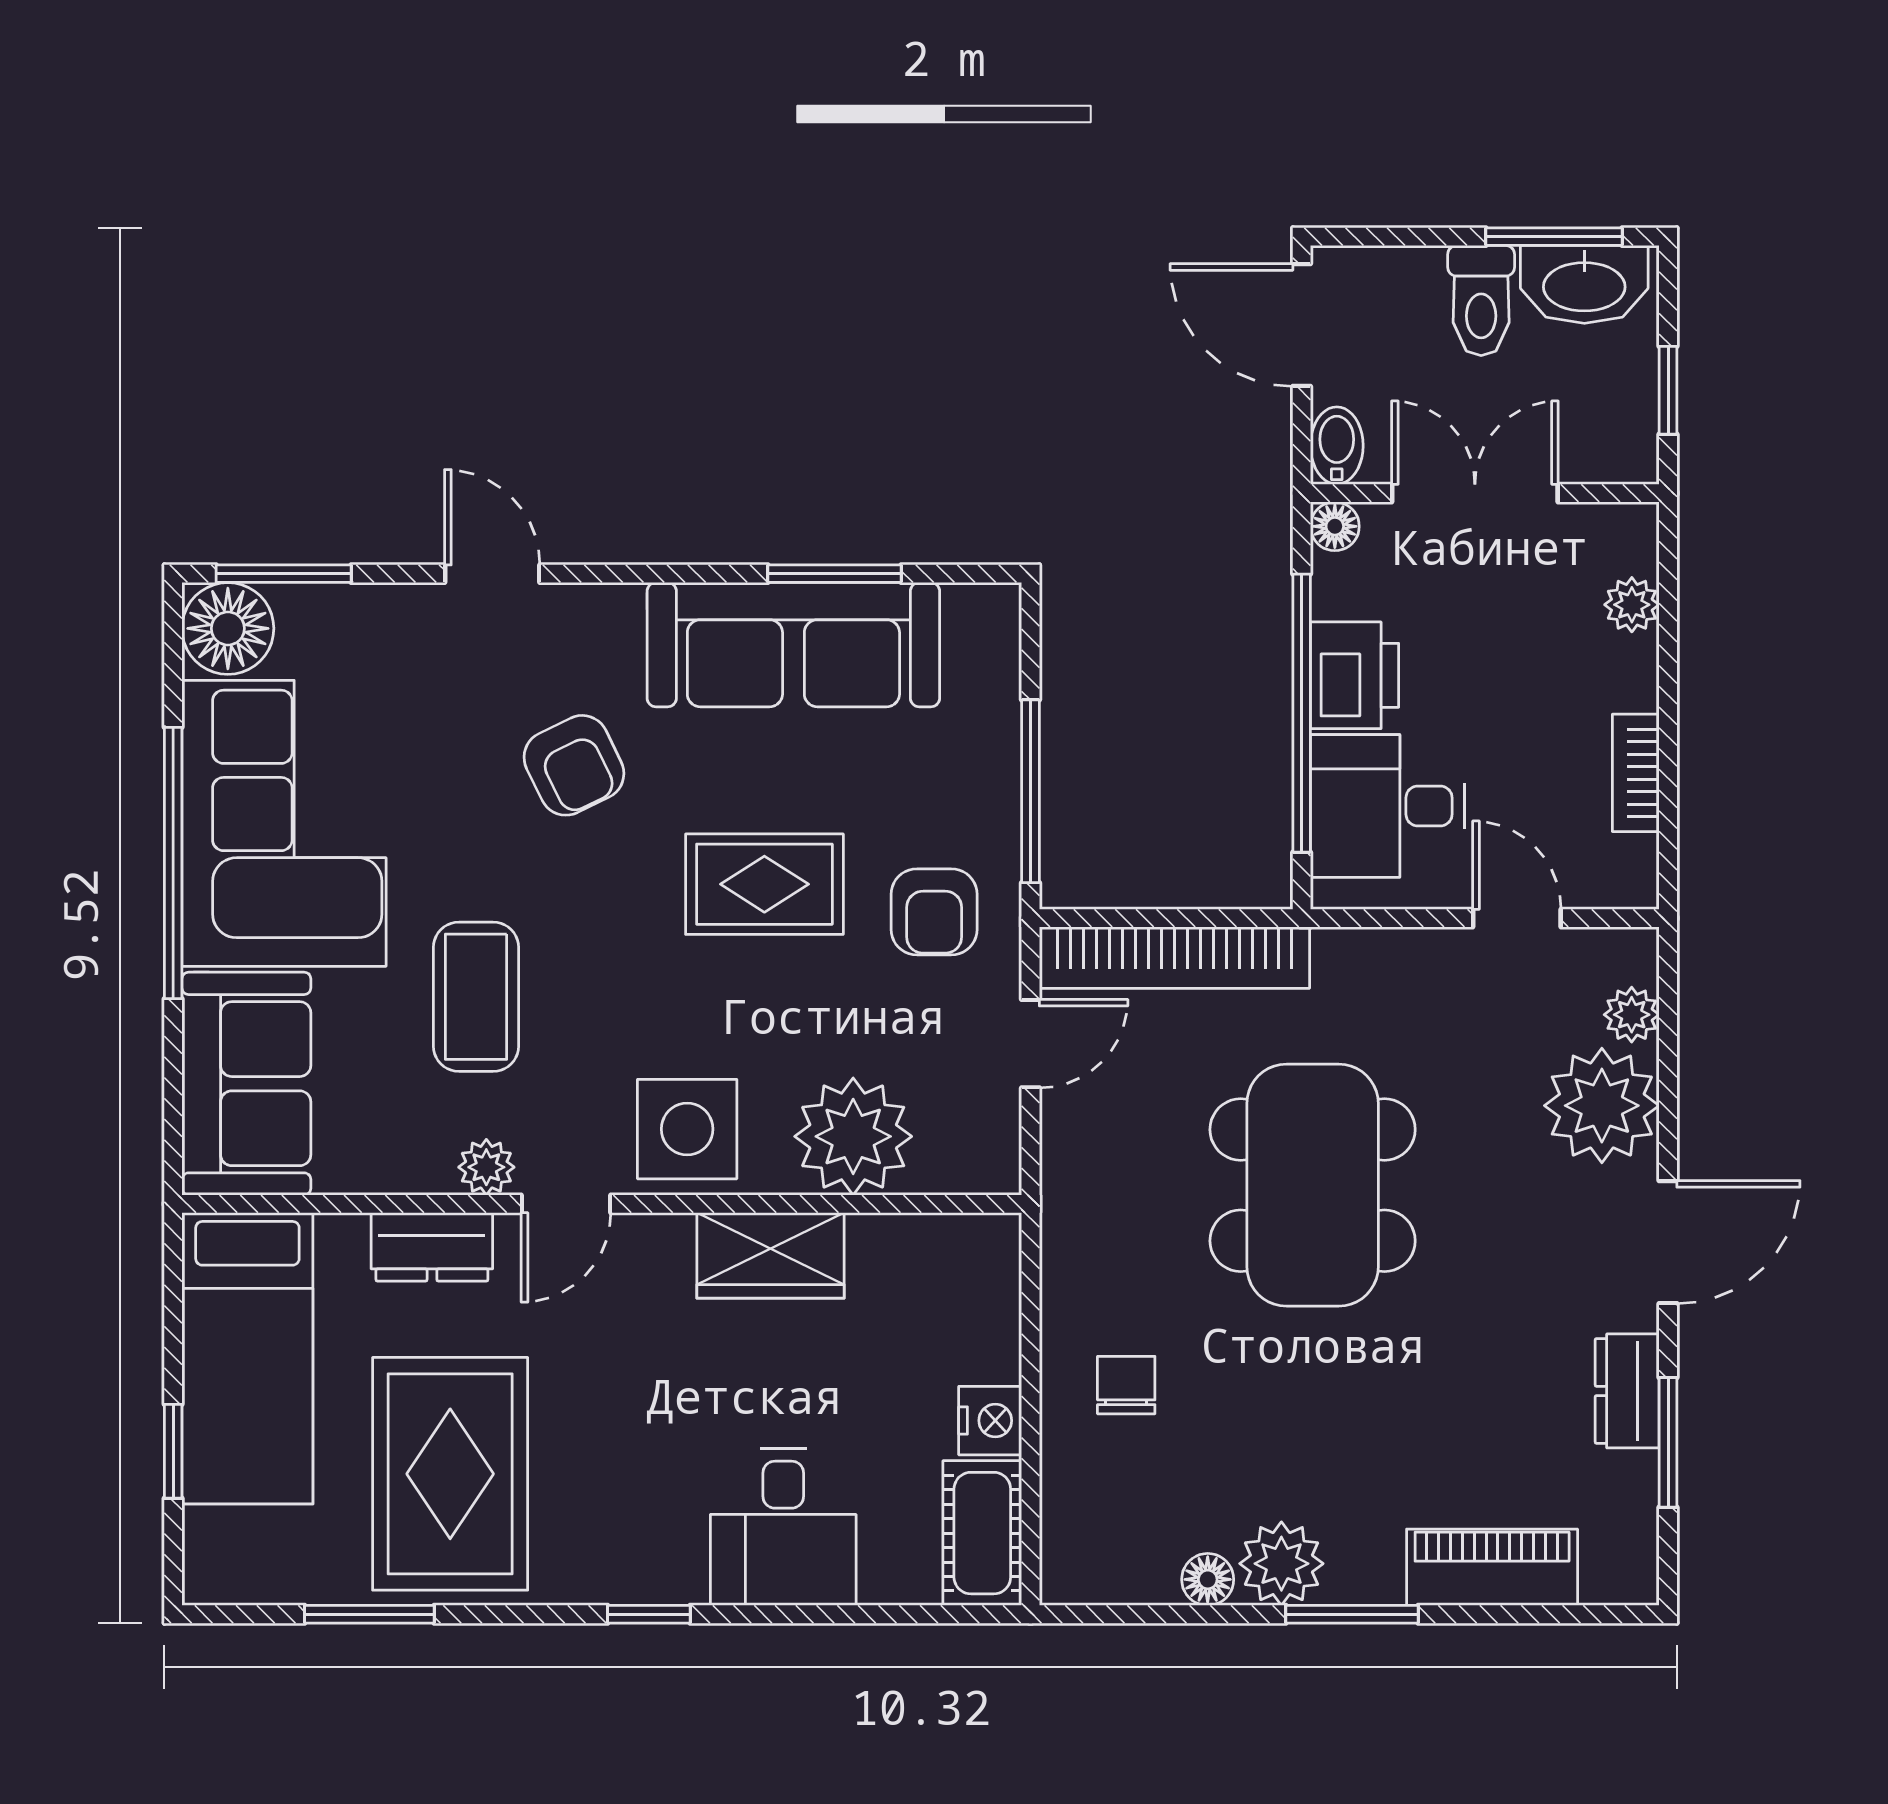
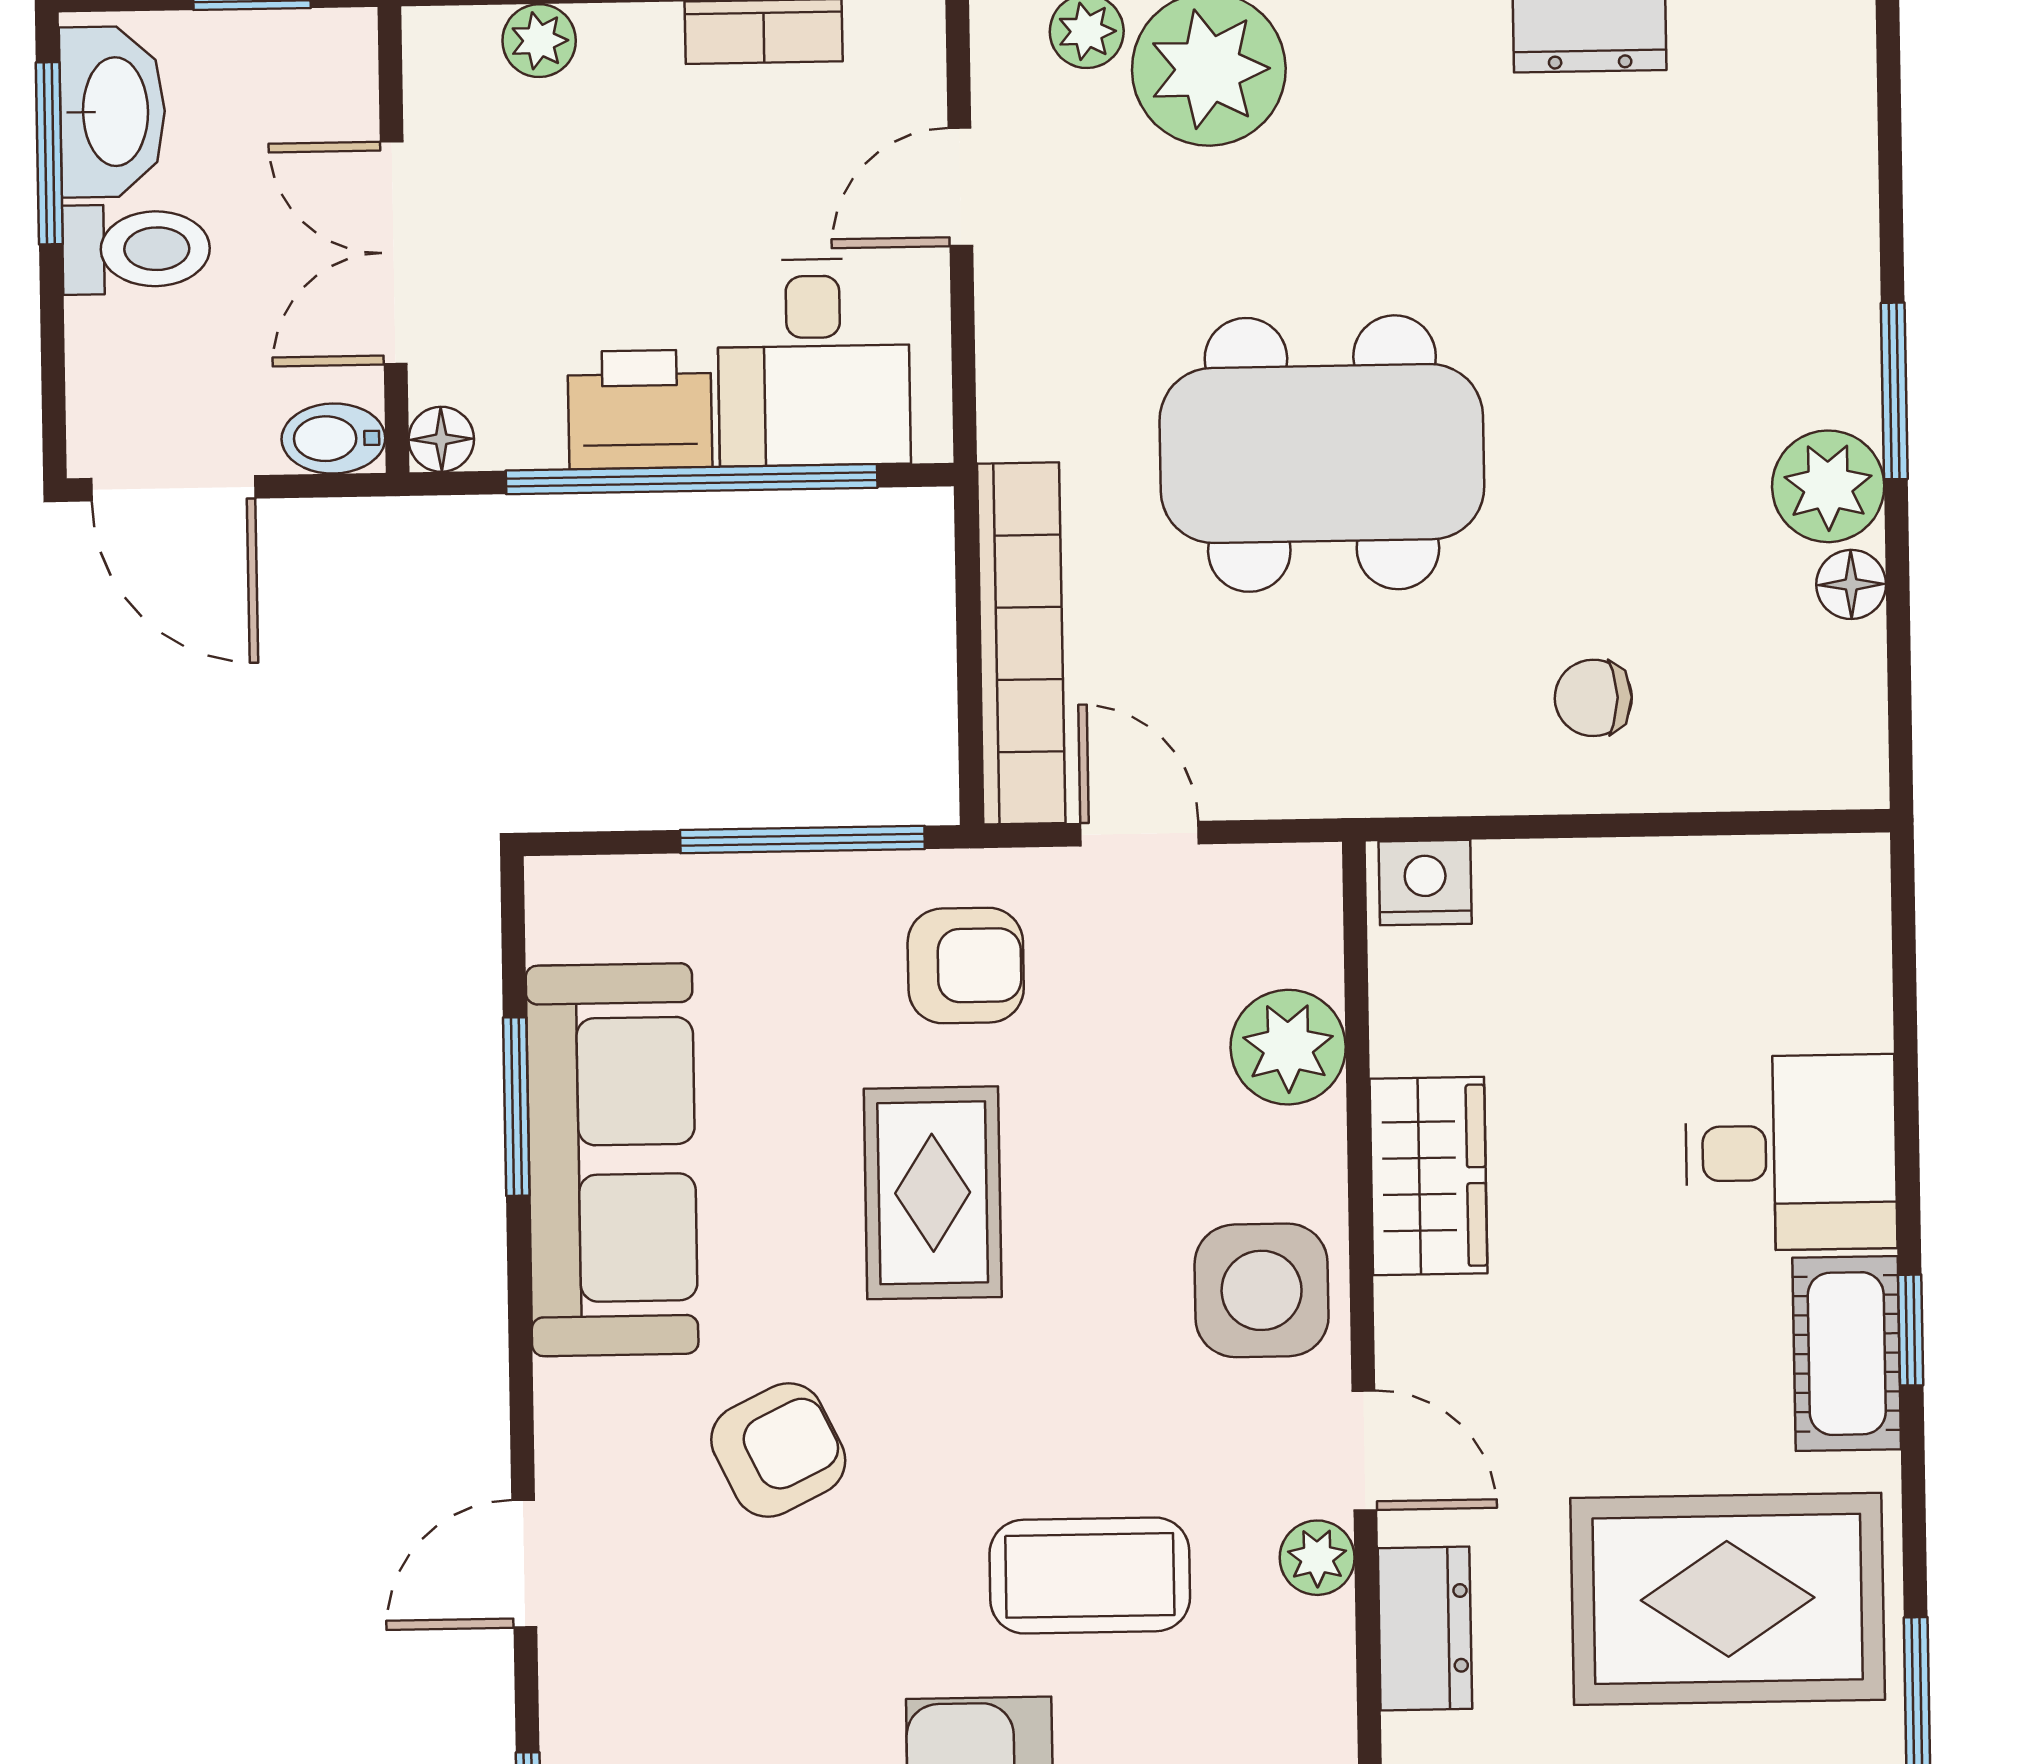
door: (1302, 325) -> (173, 488), hinge flipped
plant: (853, 1136) -> (1288, 1047), width x0.73, depth x0.73
nightstand: (990, 1421) -> (1425, 883), moved
cot: (982, 1533) -> (1847, 1354), moved, turned 90
piano: (1492, 1567) -> (1828, 205), removed

